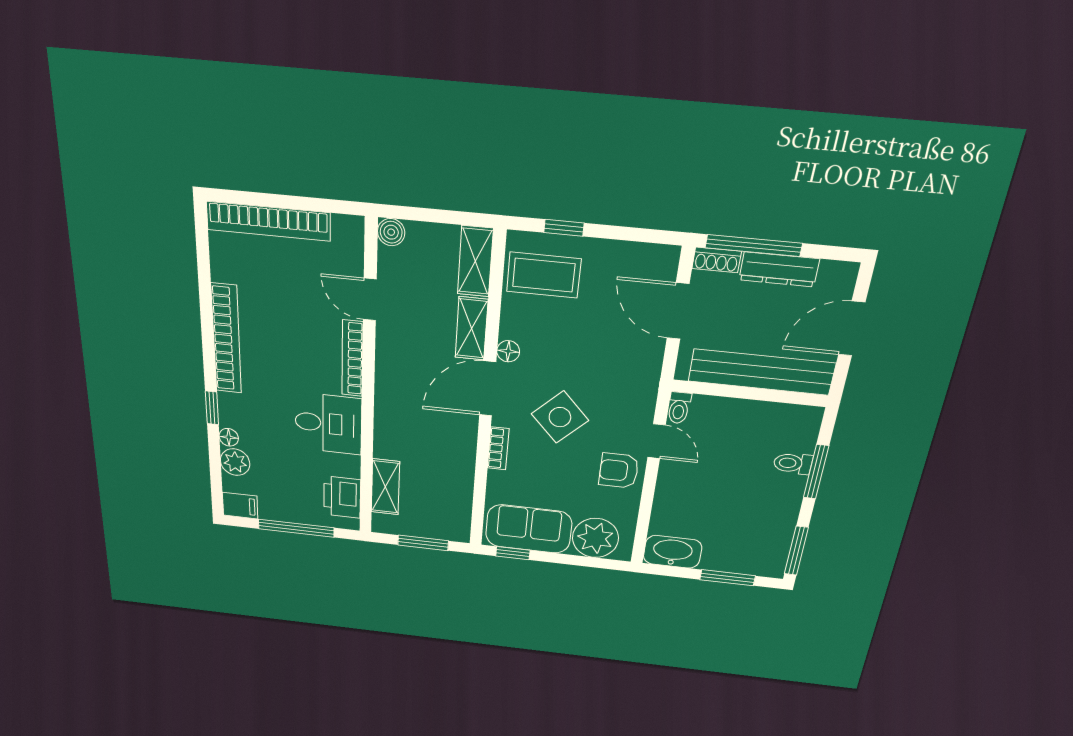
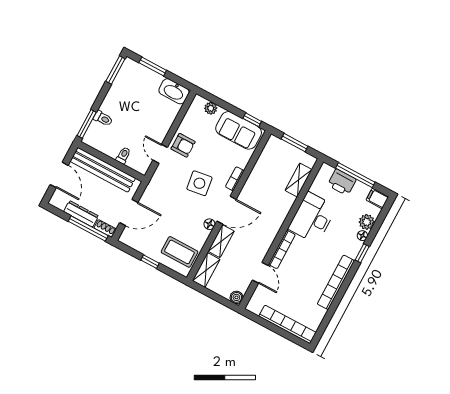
window: (564, 228) -> (150, 262), moved
door: (678, 311) -> (129, 212), hinge flipped
door: (852, 329) -> (59, 175), hinge flipped
toilet: (679, 408) -> (123, 155), moved
side table: (560, 417) -> (199, 183), turned 36
desk: (328, 424) -> (312, 218), width x1.37
window: (816, 472) -> (87, 124), moved
printer: (342, 497) -> (342, 182), moved, turned 90
plant: (595, 538) -> (211, 108), width x0.53, depth x0.53

